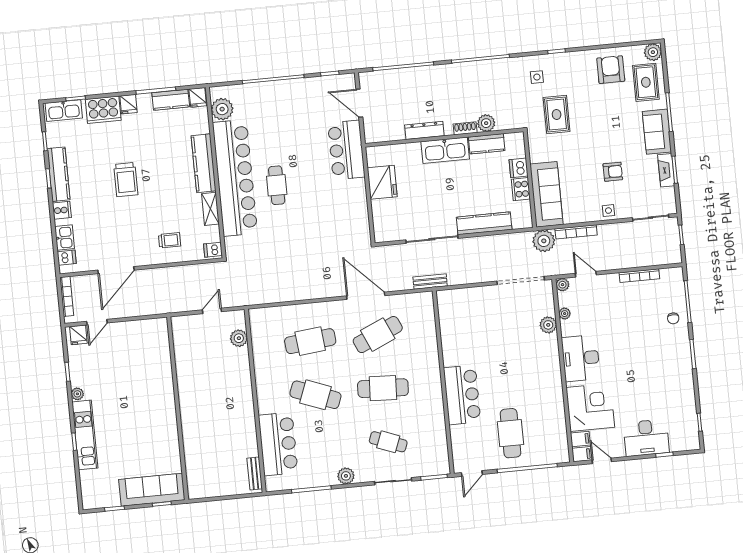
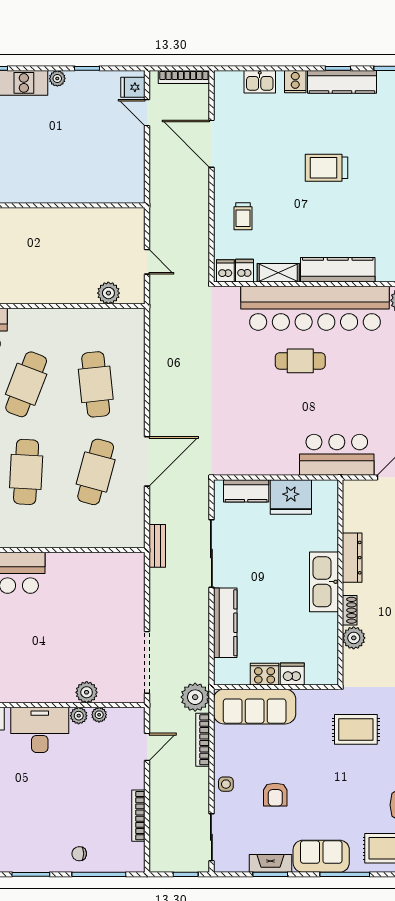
kitchen counter: (487, 144) -> (246, 491), moved, turned -90
dishwasher: (67, 258) -> (245, 271), moved, turned 180
plant: (562, 285) -> (79, 716), moved
cafe table: (378, 335) -> (96, 472), turned 39

